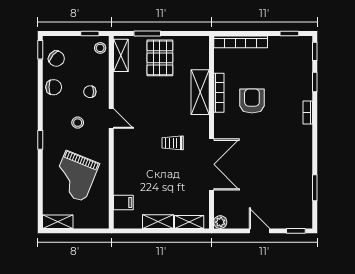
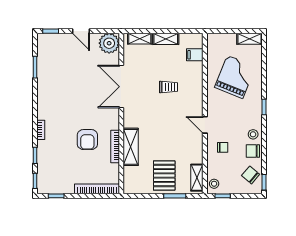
stool: (78, 123) -> (253, 134), moved
trolley: (173, 143) -> (168, 87), moved
plant: (220, 222) -> (109, 43), width x1.88, depth x1.88

